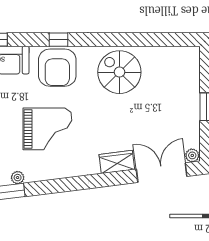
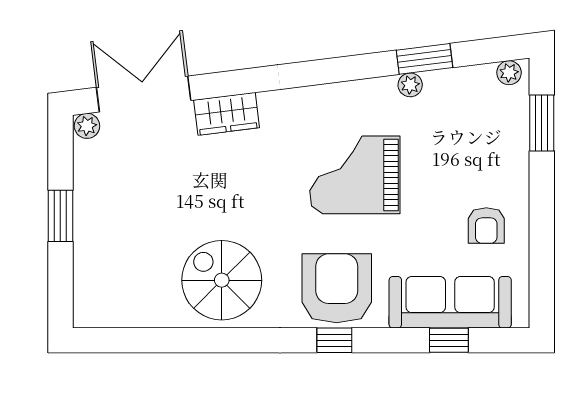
spiral stairs: (119, 72) -> (222, 280), turned 180
double door: (162, 173) -> (144, 94), swing flipped

